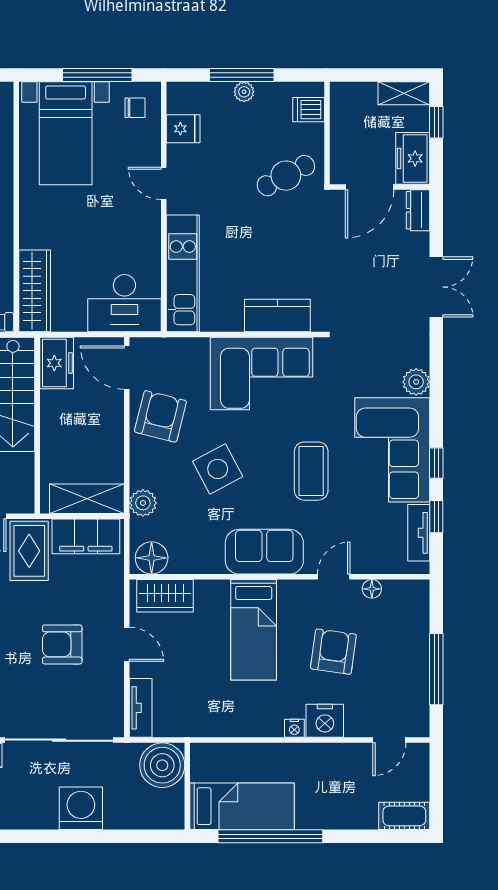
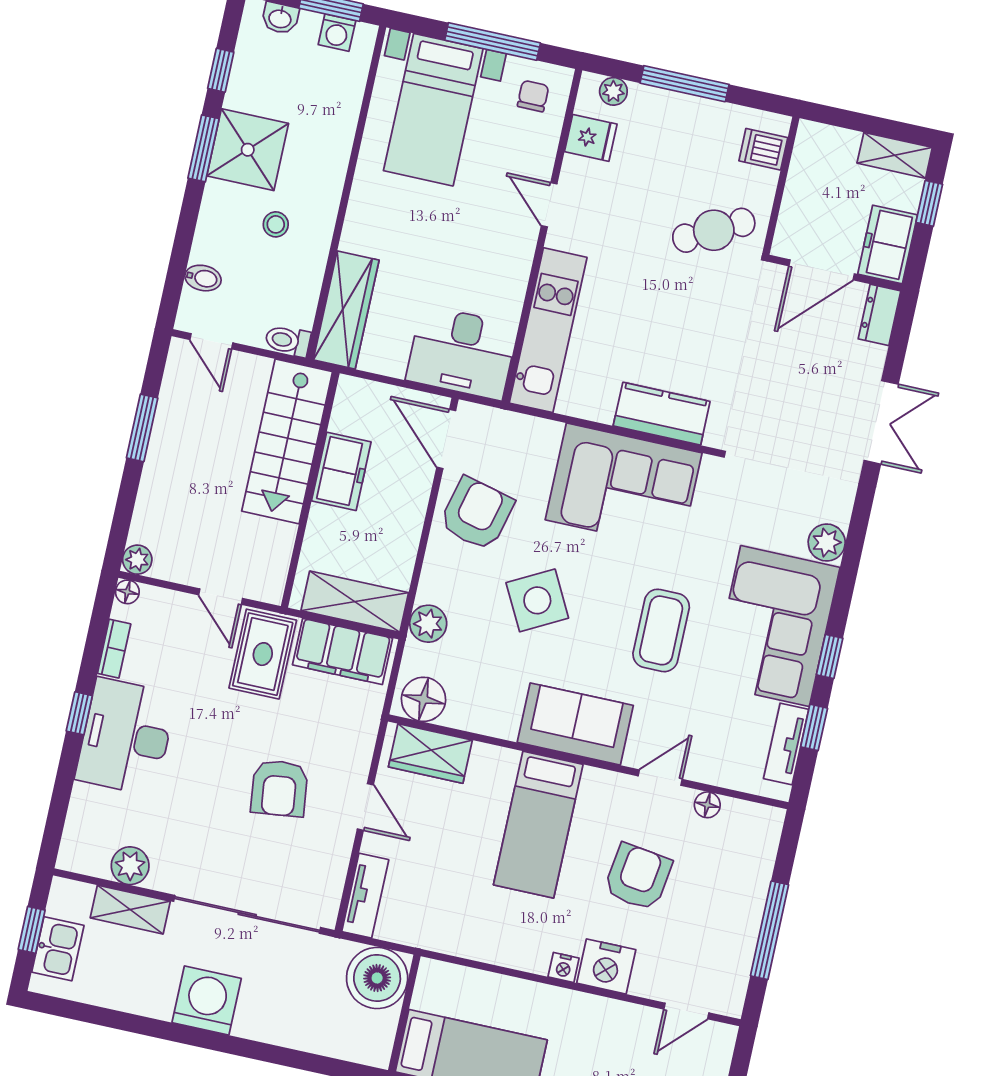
plant: (244, 92) -> (613, 91), moved
chair: (135, 108) -> (533, 96), turned -90
freezer: (57, 363) -> (341, 471), moved
armchair: (62, 644) -> (279, 788), turned -97
washing machine: (81, 808) -> (207, 1000), moved

